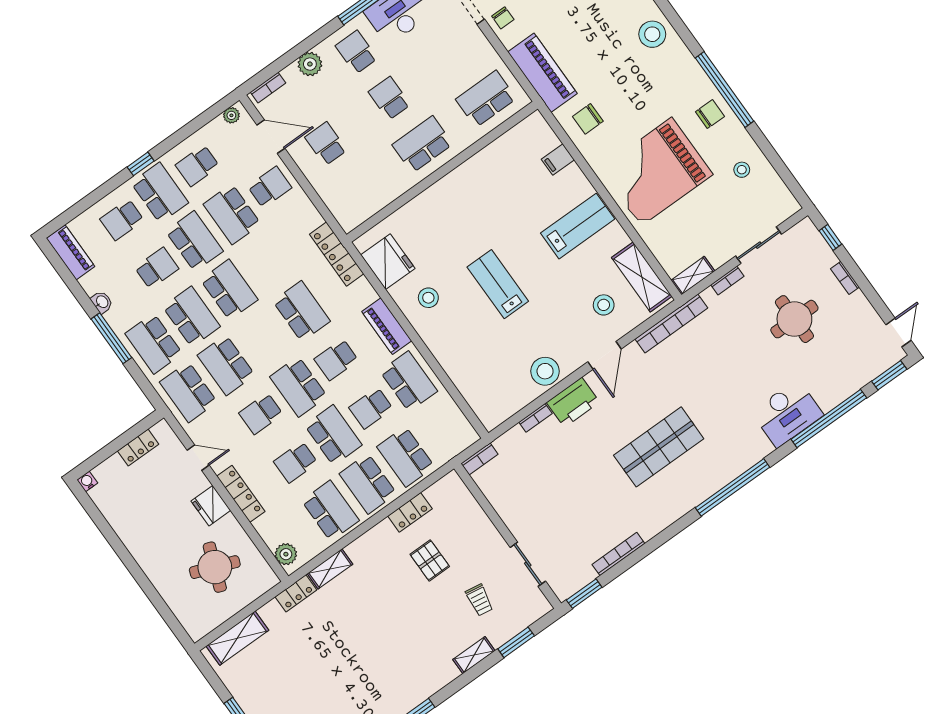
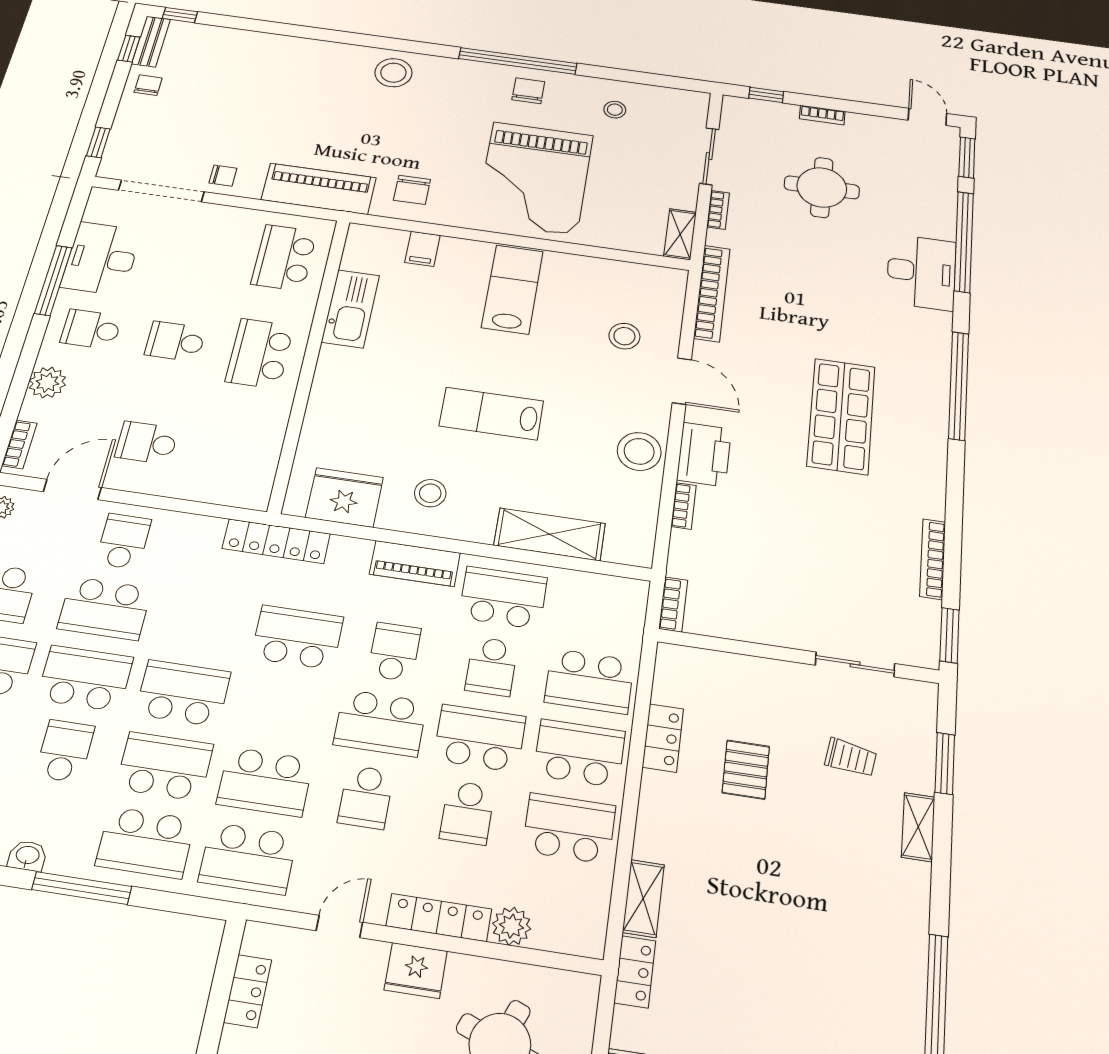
kitchen sink: (489, 161) -> (350, 309), added
shelving: (642, 277) -> (550, 534), moved
school desk: (336, 360) -> (394, 652), turned 180
school desk: (368, 484) -> (579, 753), turned 180
plant: (286, 554) -> (512, 926), moved
pallet: (430, 560) -> (746, 770), turned 90

